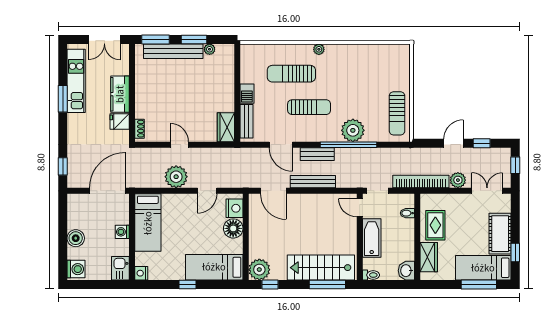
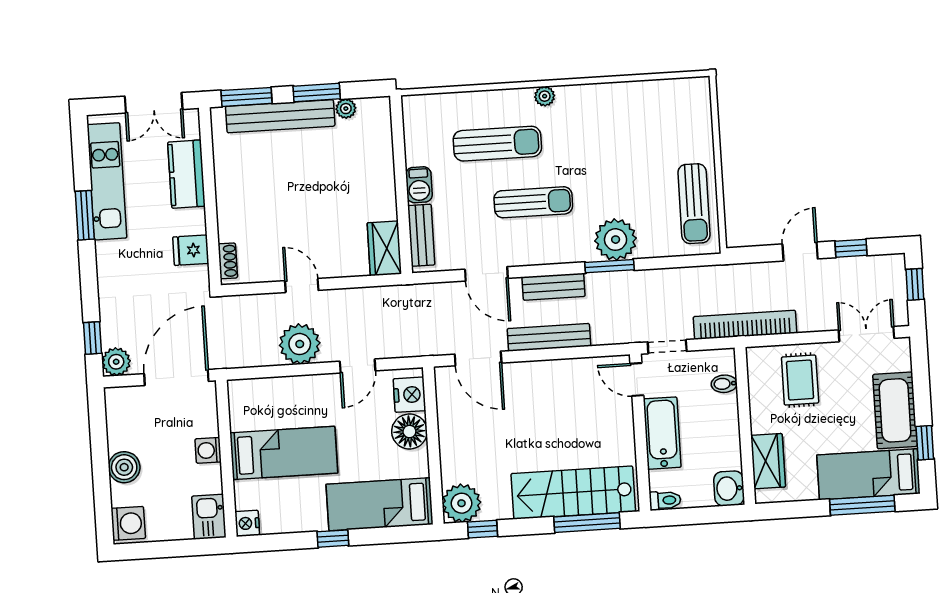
sun lounger: (291, 74) -> (497, 144), turned 180
kitchen counter: (120, 94) -> (186, 174), moved
window: (349, 145) -> (610, 266), width x0.47
plant: (458, 180) -> (116, 362), moved
bed: (148, 223) -> (284, 453), moved, turned -90
rug: (435, 225) -> (800, 380), moved

